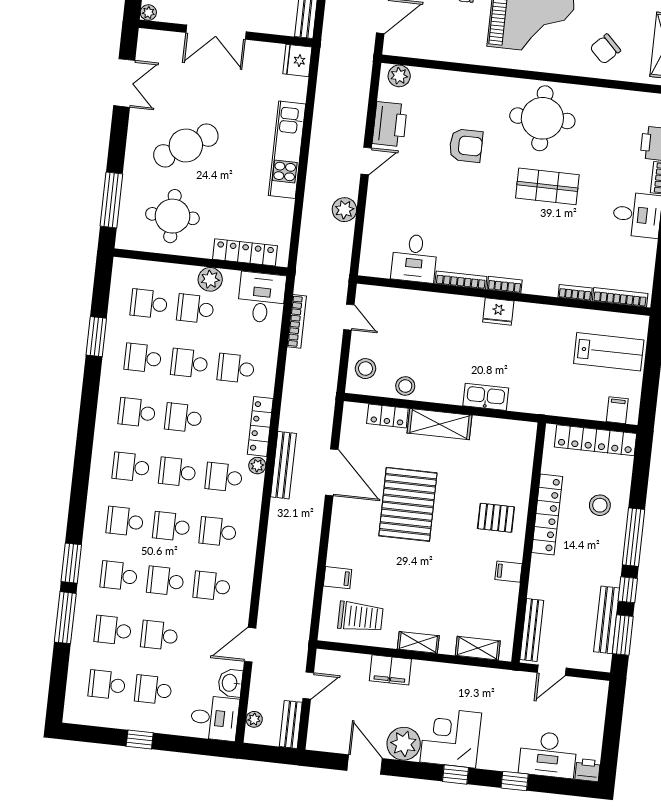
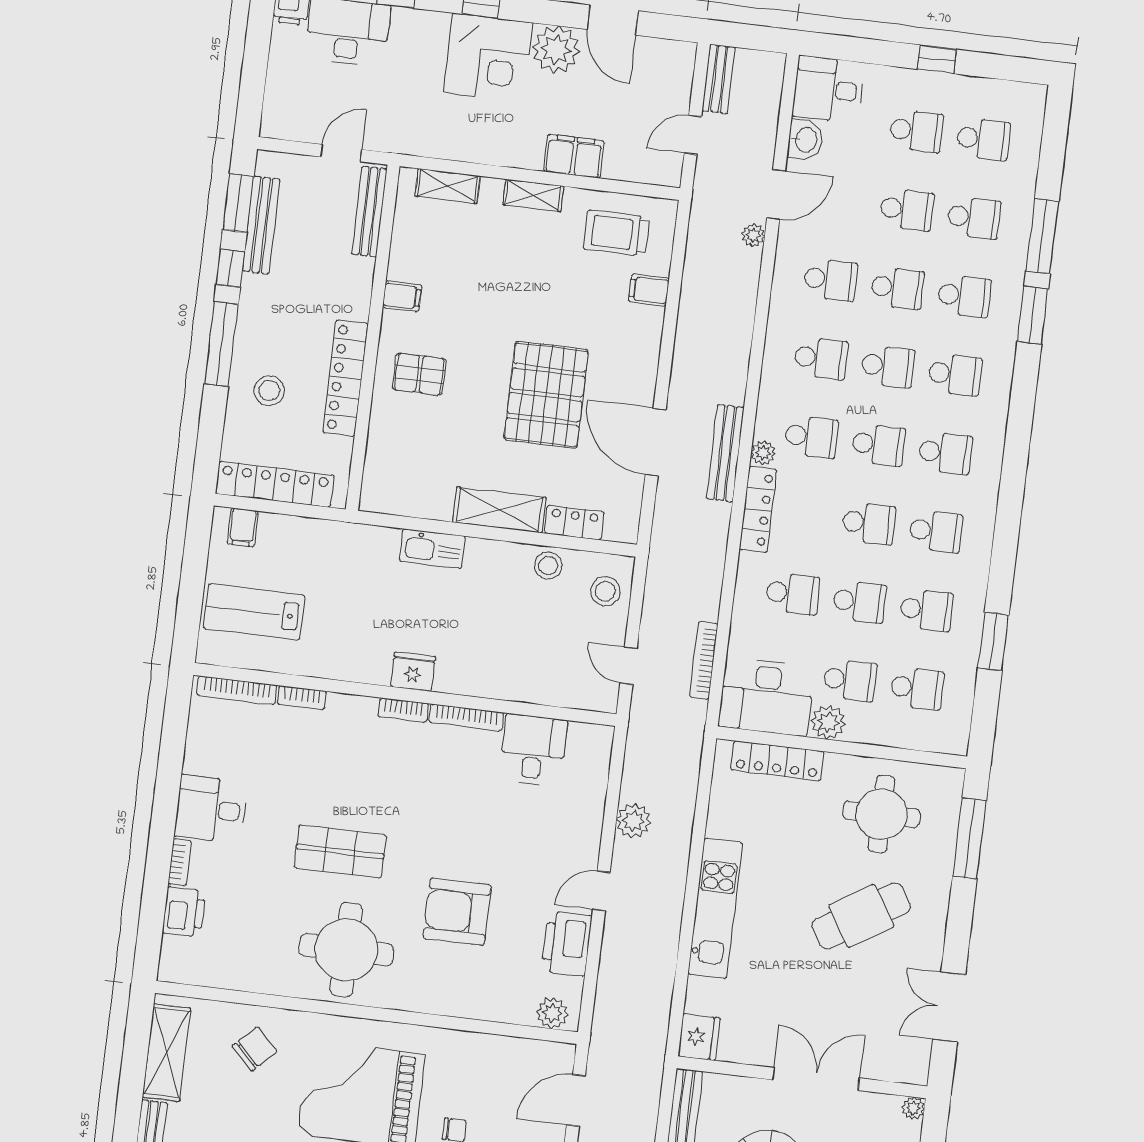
armchair: (466, 146) -> (457, 912), width x1.36, depth x1.36
desk: (262, 298) -> (766, 697), width x1.37
plant: (254, 719) -> (753, 235), moved

